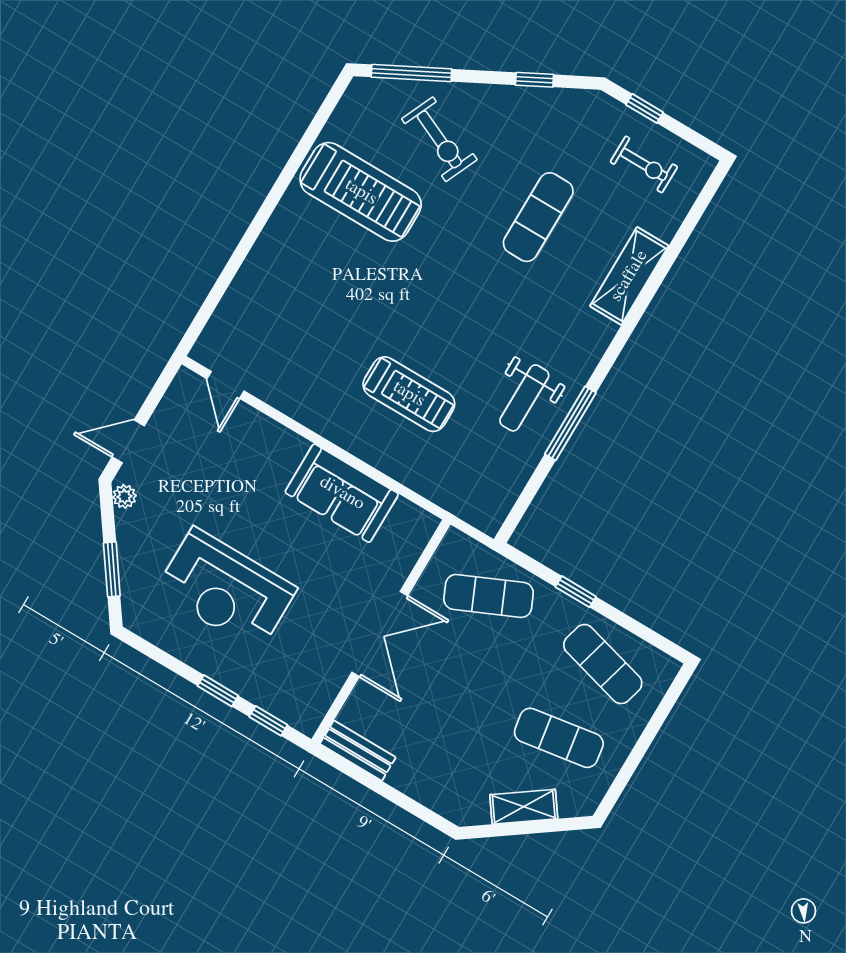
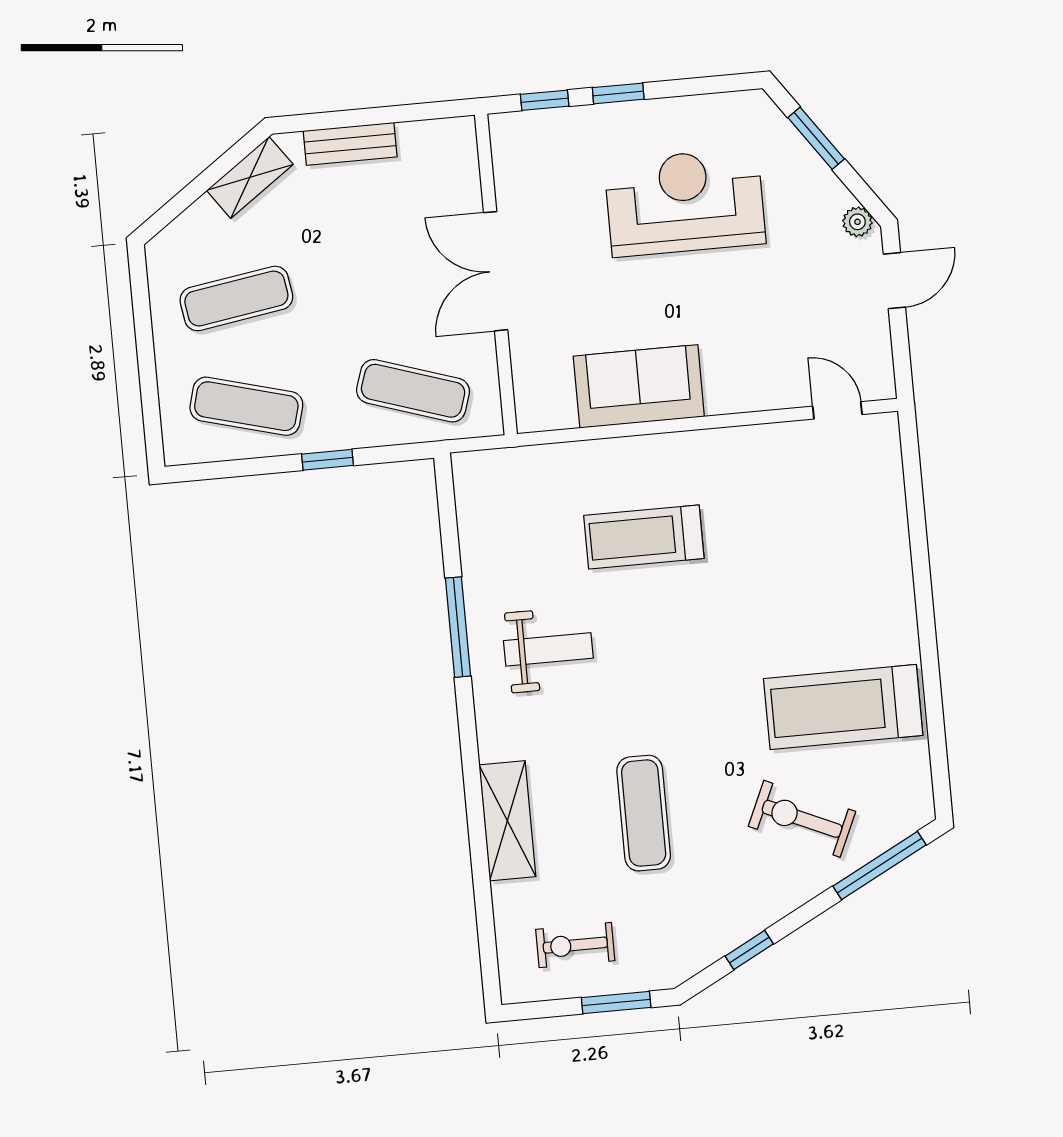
window: (645, 108) -> (616, 1002), width x1.50
weight bench: (524, 398) -> (548, 649), moved, turned 90
exercise mat: (489, 596) -> (413, 391), turned 42
bench: (358, 751) -> (350, 144), moved
shelving: (524, 807) -> (250, 177), moved

